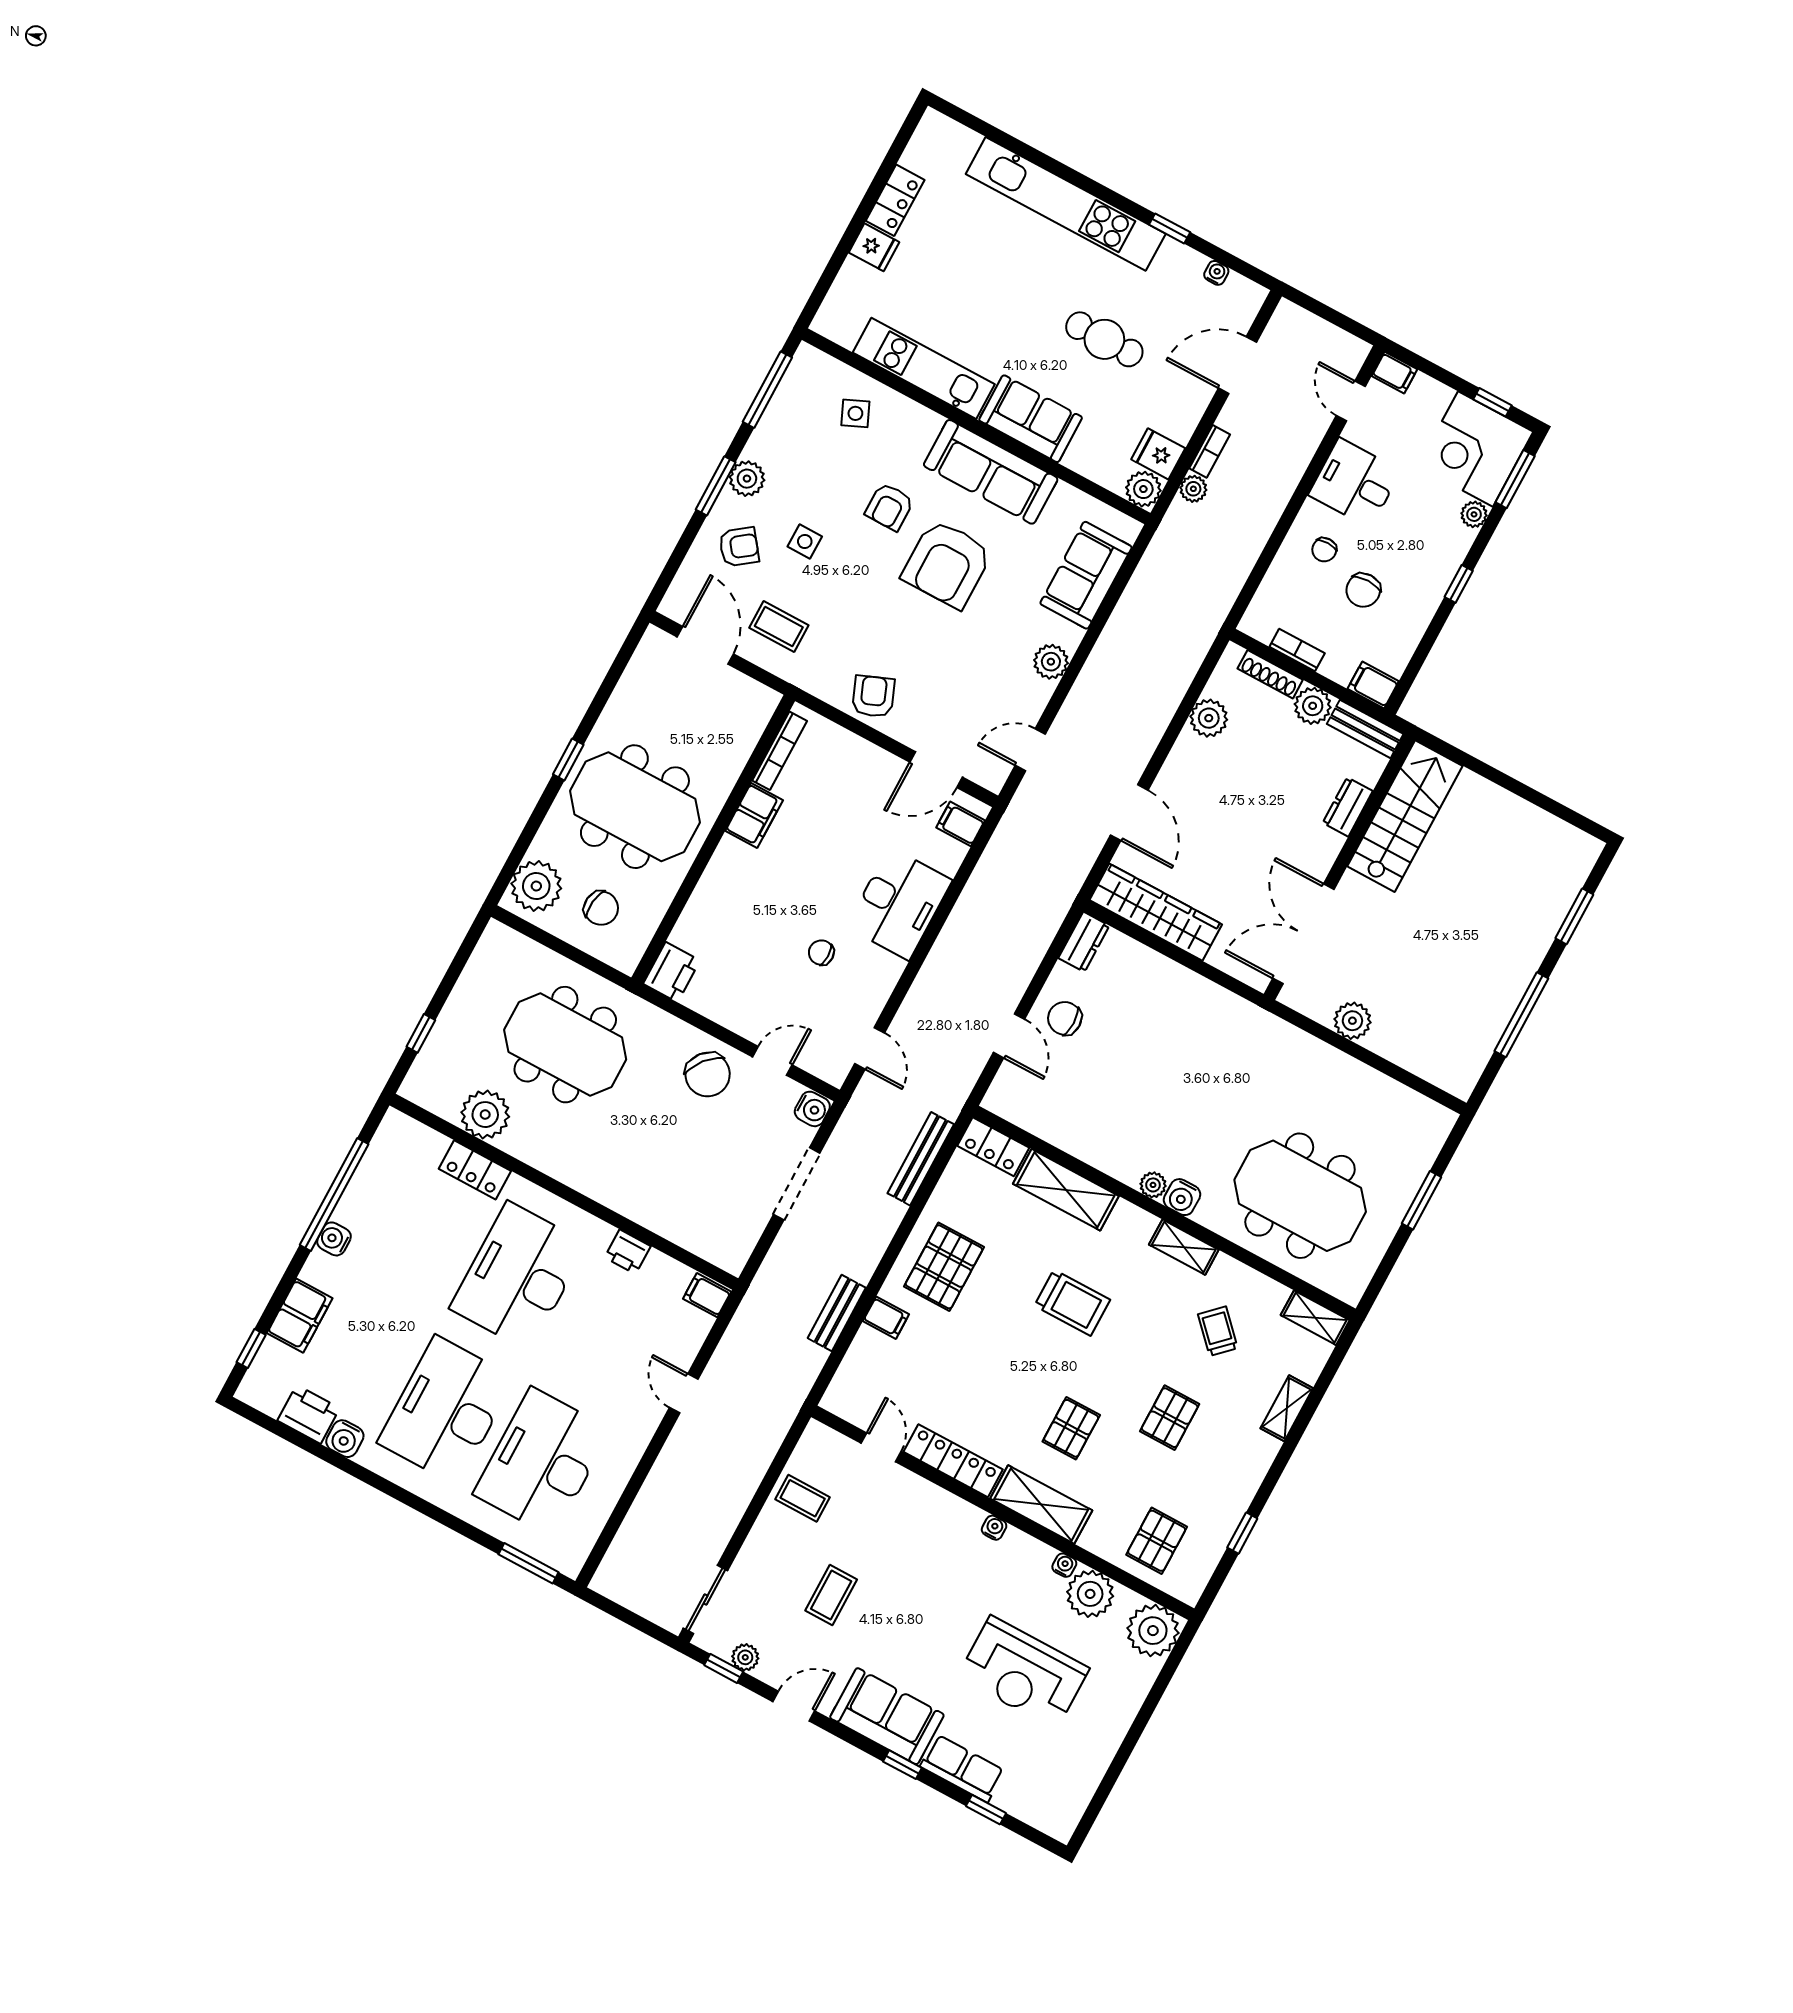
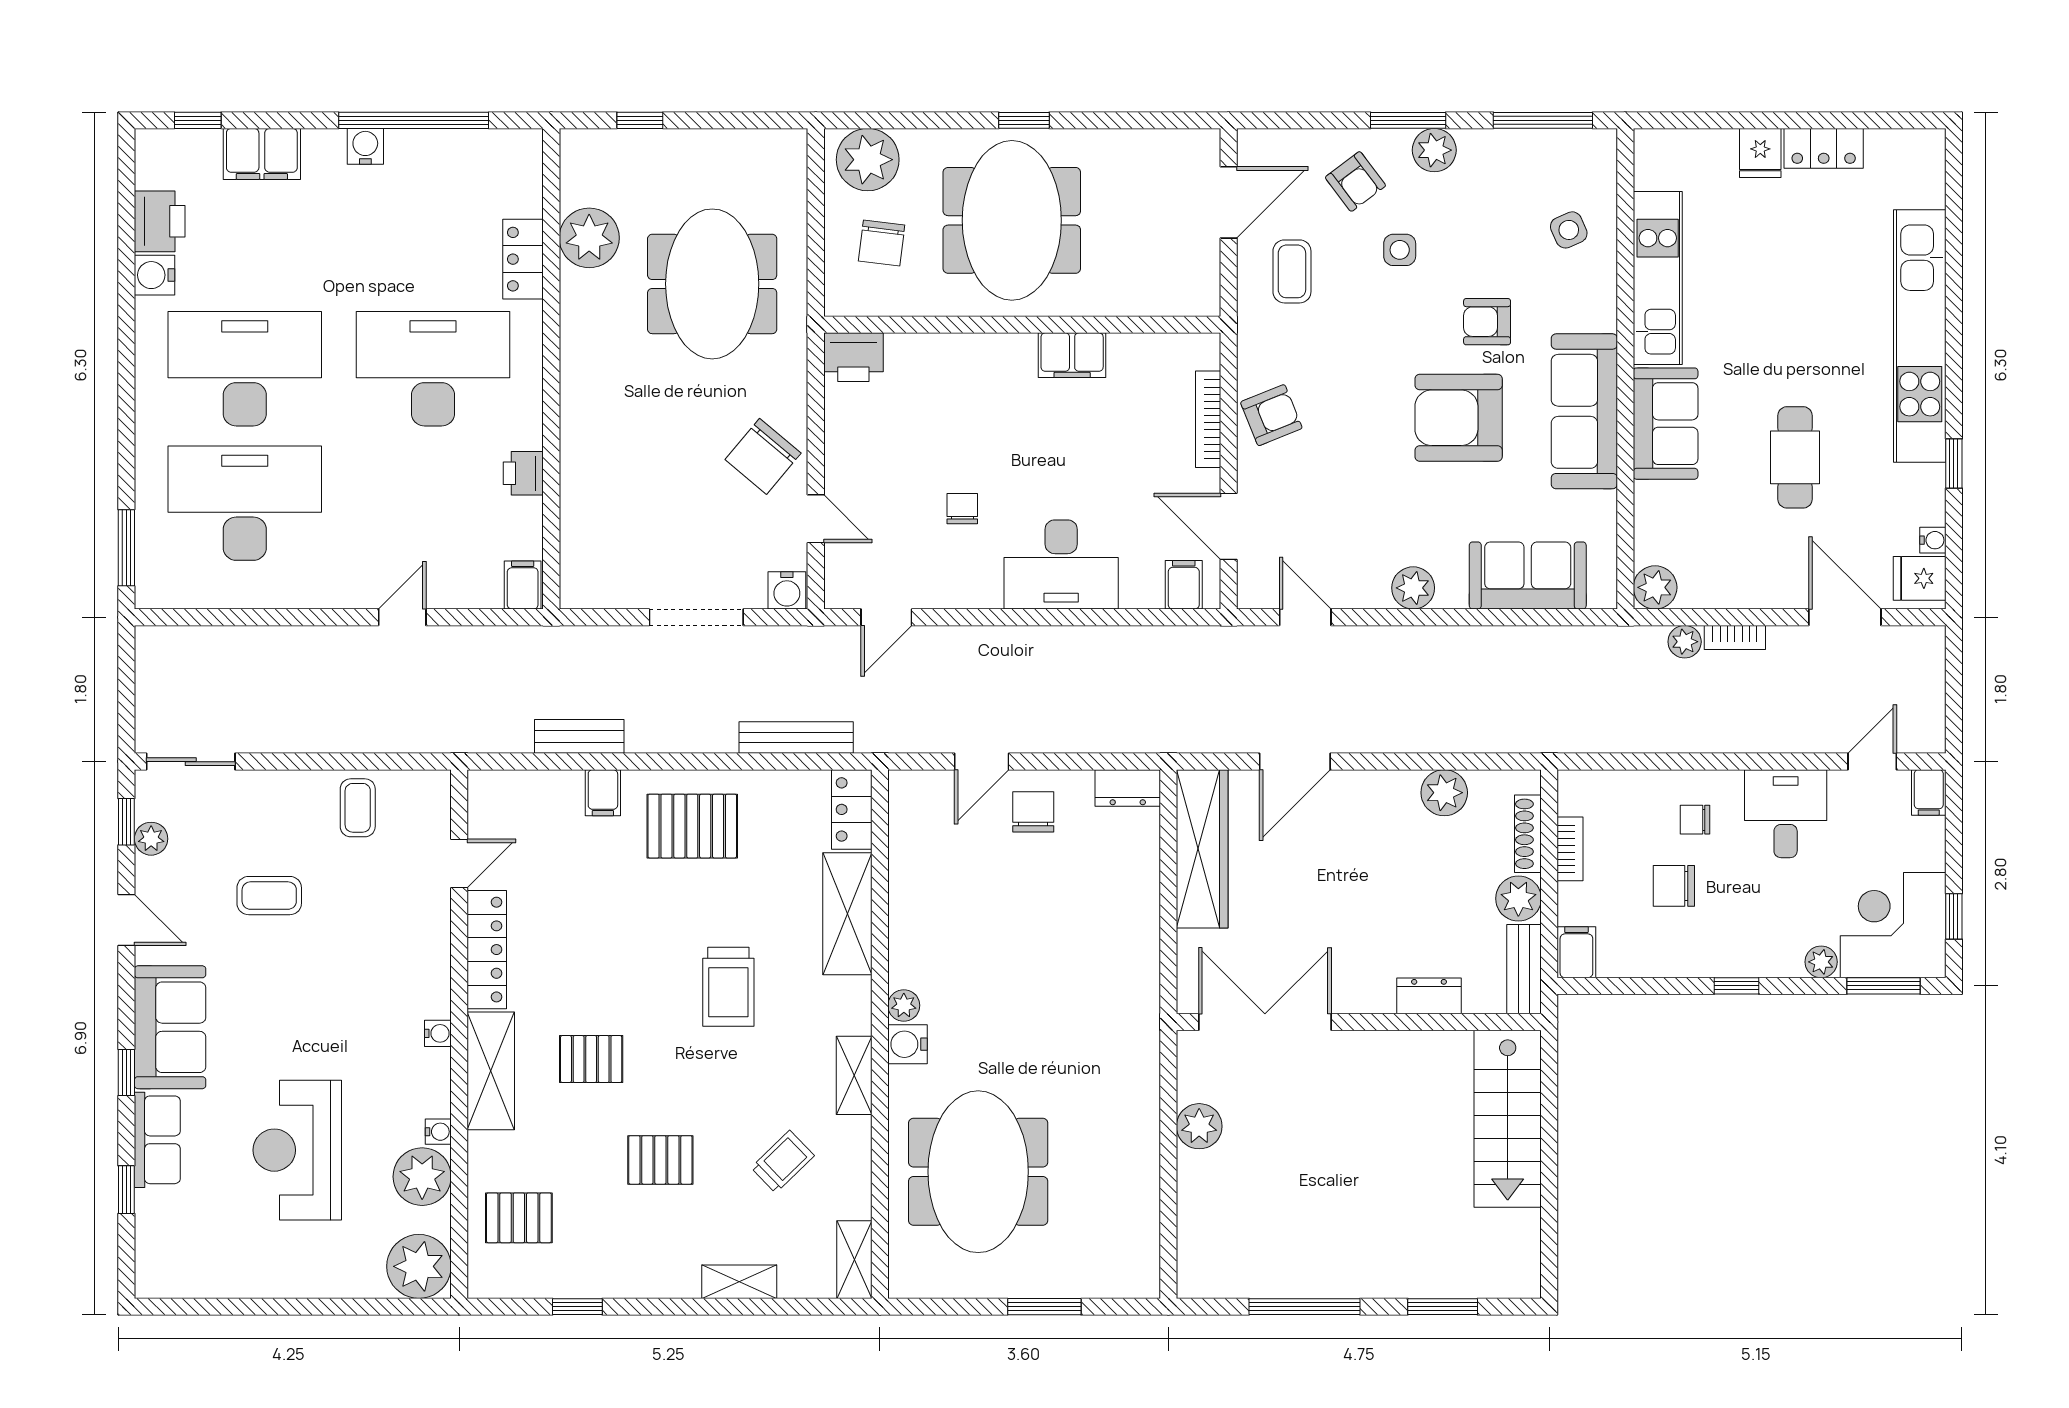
fridge: (1158, 454) -> (1920, 578), moved, turned -90
bookcase: (780, 751) -> (1208, 419), moved, turned 90
stairs: (1405, 816) -> (1508, 1119), moved, turned 90

